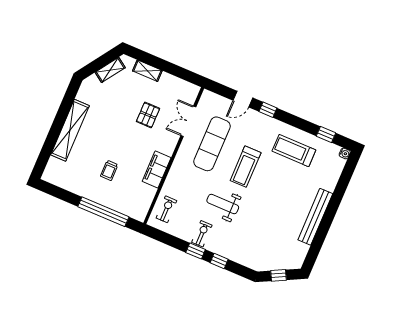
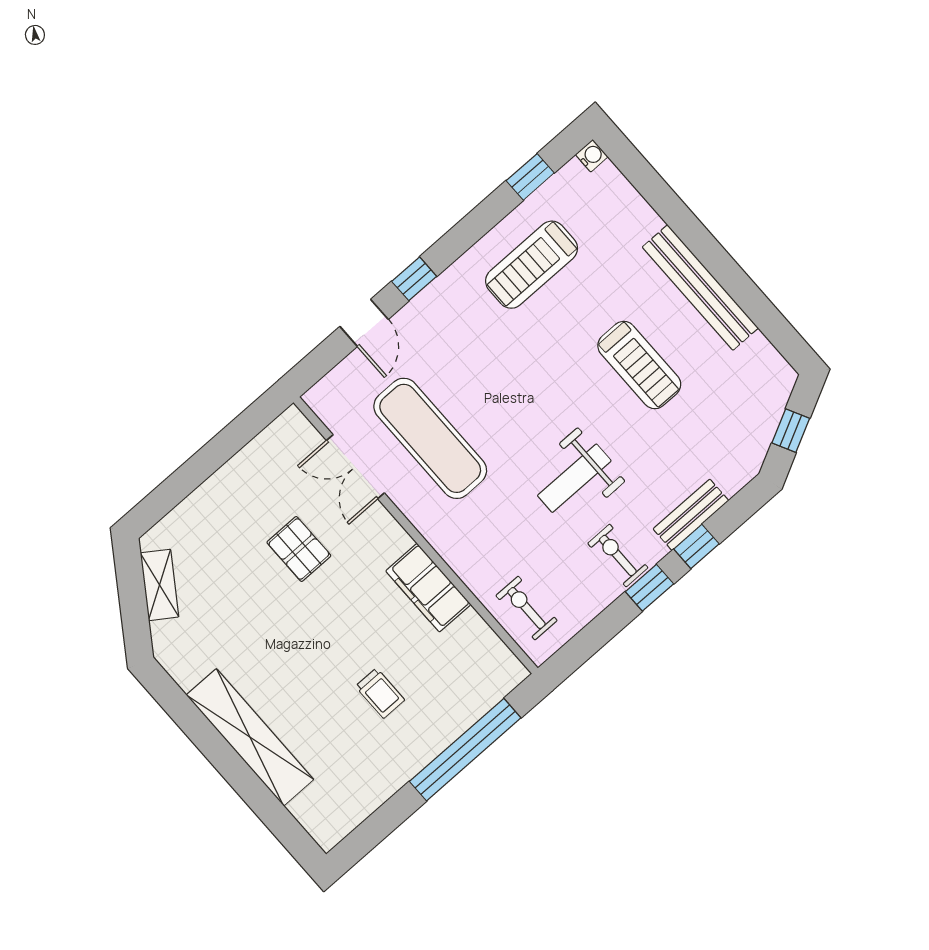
shelving: (147, 71) -> (201, 504), removed
treadmill: (246, 167) -> (639, 365), moved
bench: (230, 253) -> (691, 515), added

